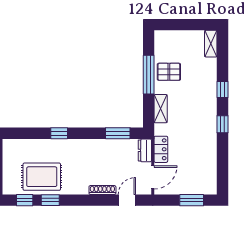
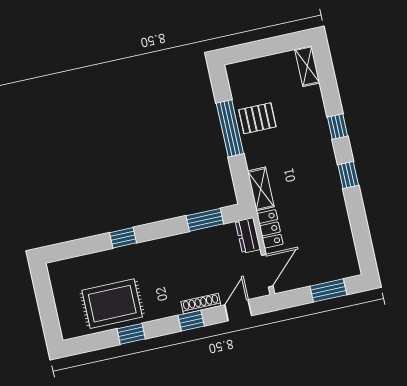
shelving: (161, 109) -> (261, 189), moved
window: (25, 200) -> (191, 321), moved

